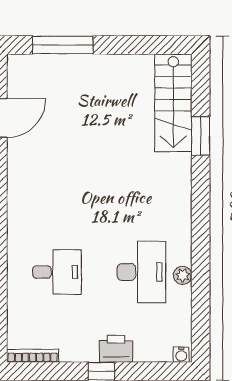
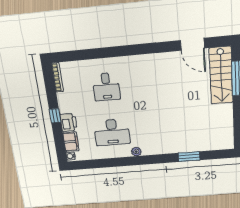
stairs: (173, 103) -> (221, 76), moved, turned -90
plant: (183, 275) -> (136, 152), moved
filing cabinet: (153, 350) -> (71, 142), added

